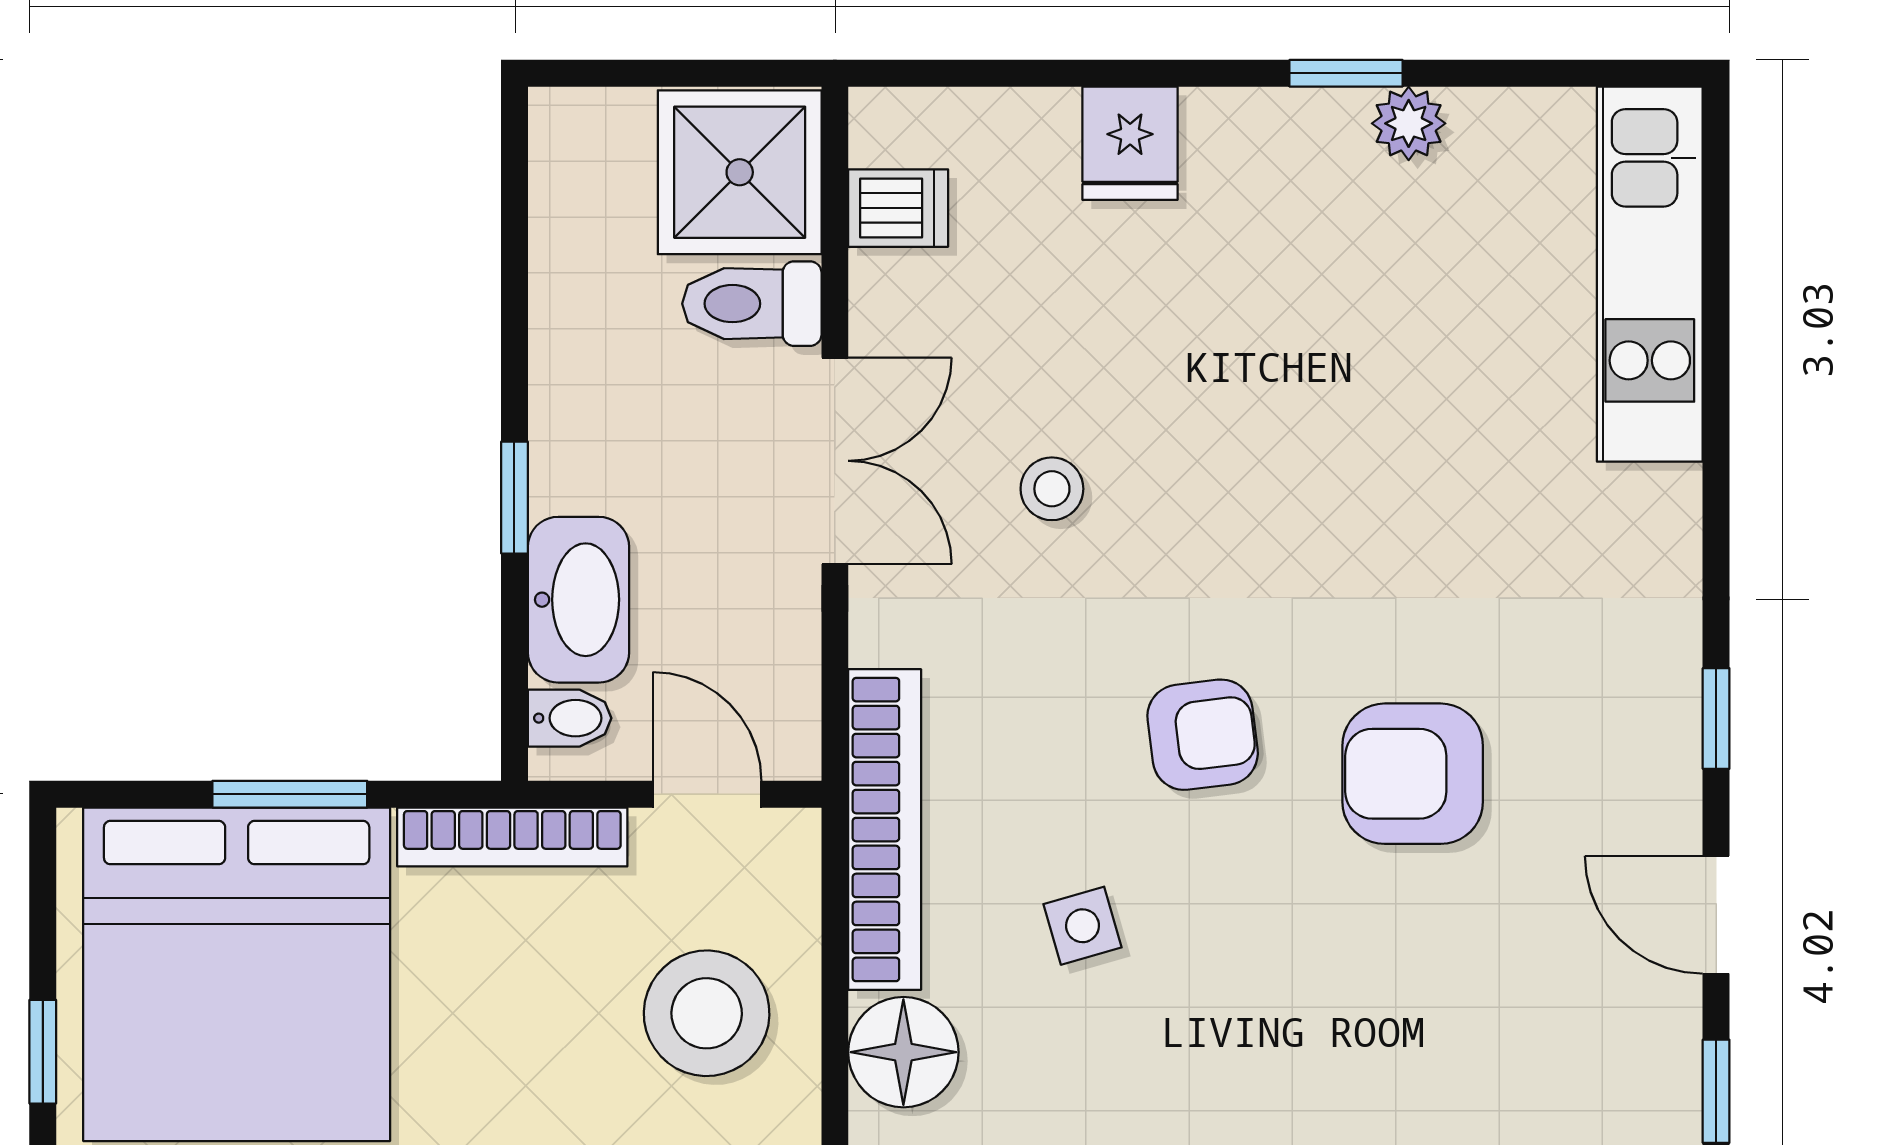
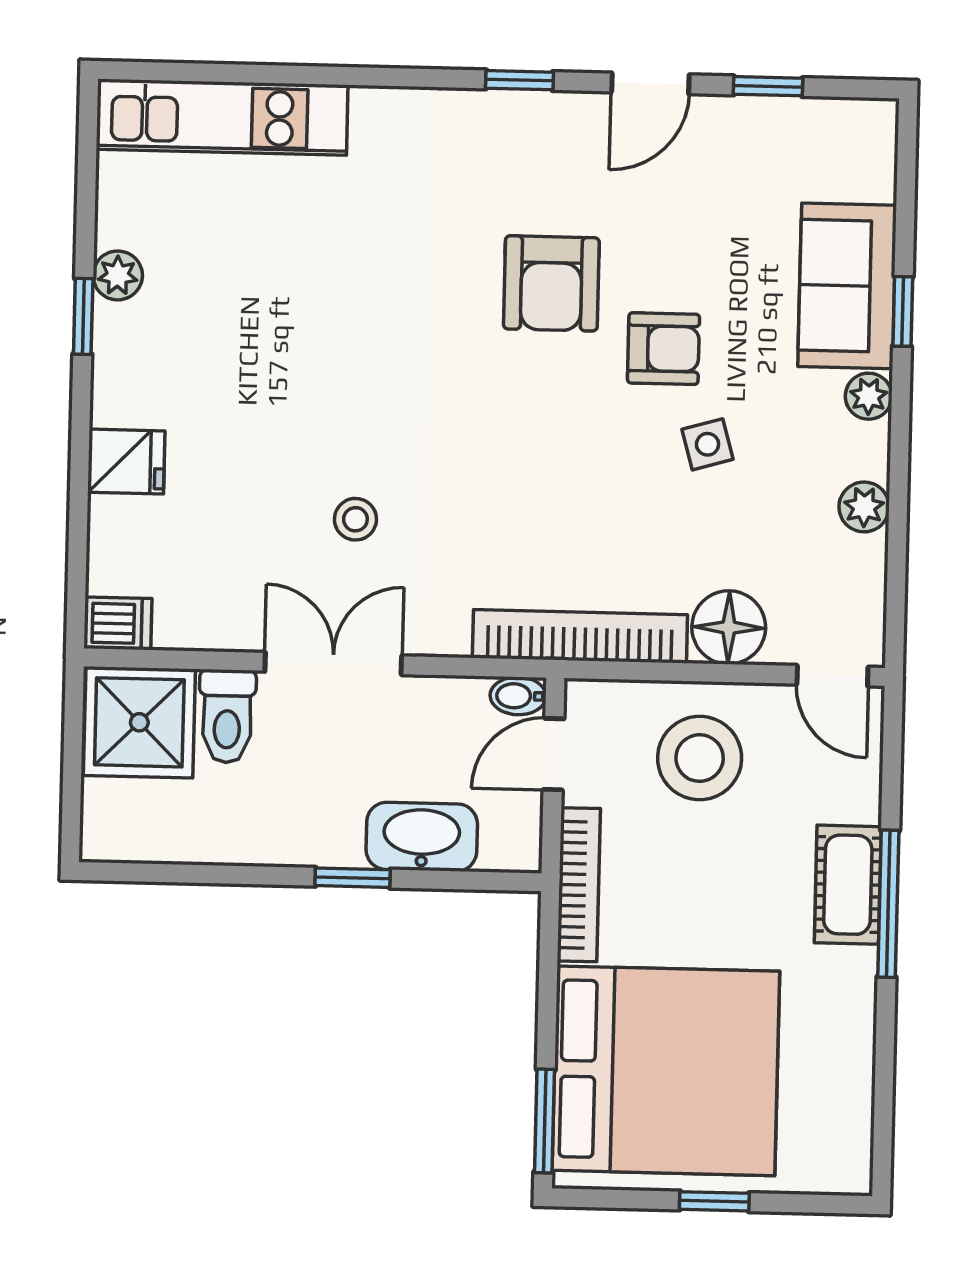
dishwasher: (898, 208) -> (118, 623), moved, turned 90
bidet: (570, 718) -> (518, 696), moved, turned -90
armchair: (1203, 735) -> (663, 349), moved, turned 97
window: (290, 794) -> (545, 1121), moved
side table: (1083, 926) -> (707, 444), moved

